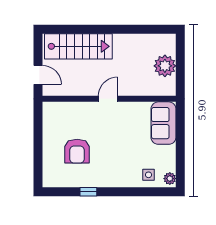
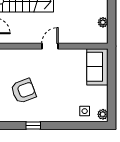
plant: (165, 66) -> (103, 22), width x0.53, depth x0.53
armchair: (77, 151) -> (23, 91), turned -111

